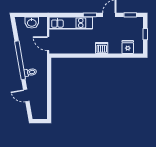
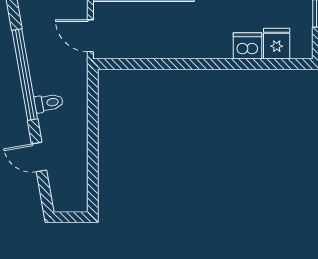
dishwasher: (102, 48) -> (247, 46), moved

